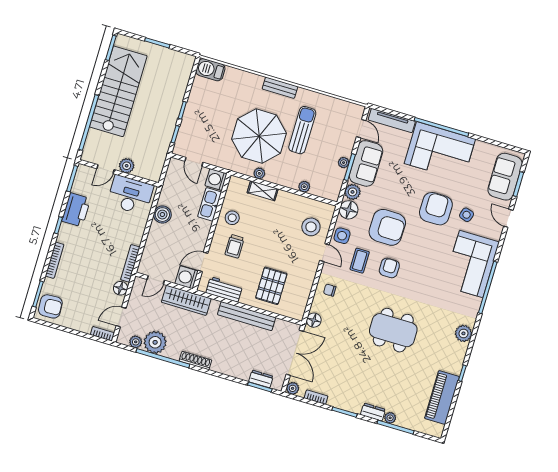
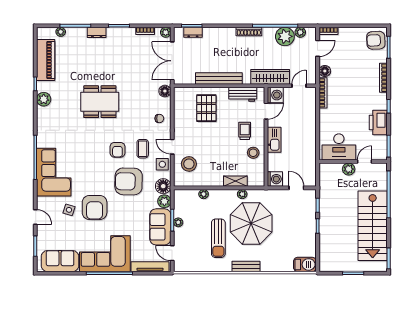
sofa: (505, 177) -> (60, 261), moved, turned -90
kitchen sink: (210, 204) -> (274, 140), moved
boiler: (162, 215) -> (309, 139), removed
plant: (463, 333) -> (44, 99), moved
plant: (390, 418) -> (61, 32), moved

